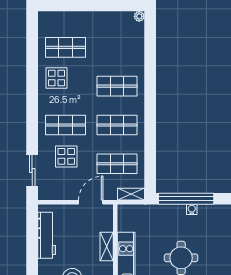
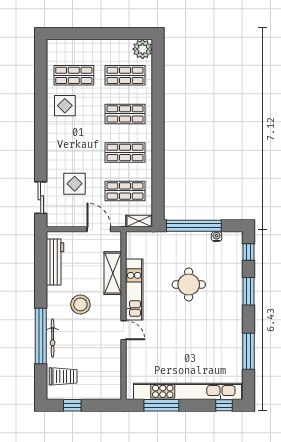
plant: (139, 16) -> (143, 49), width x1.88, depth x1.88
shop shelf: (65, 125) -> (125, 75), moved
door: (91, 202) -> (99, 229), hinge flipped
water cooler: (192, 209) -> (217, 236), moved
shelving: (107, 246) -> (113, 273), width x1.50, depth x1.33

